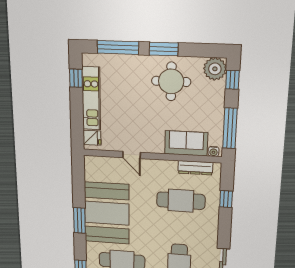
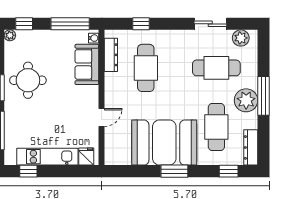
plant: (215, 69) -> (10, 35), width x0.53, depth x0.53

